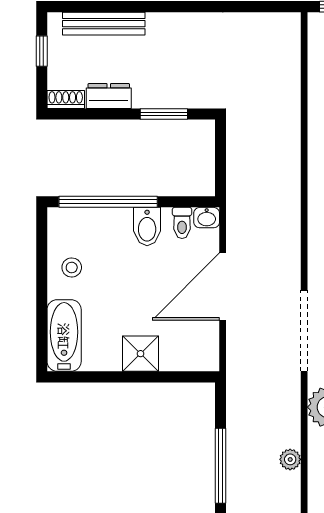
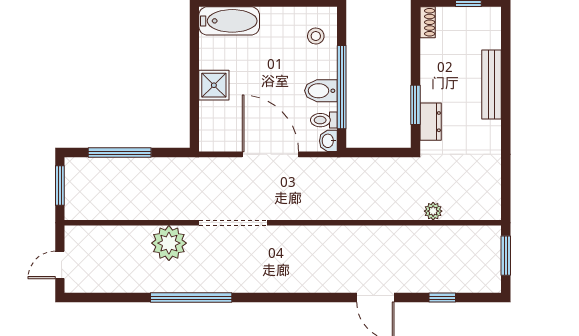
bench: (104, 24) -> (491, 85), moved
dresser: (109, 96) -> (431, 122), moved
window: (108, 202) -> (342, 87), moved
stool: (72, 268) -> (316, 36), moved
plant: (290, 459) -> (433, 211), moved

